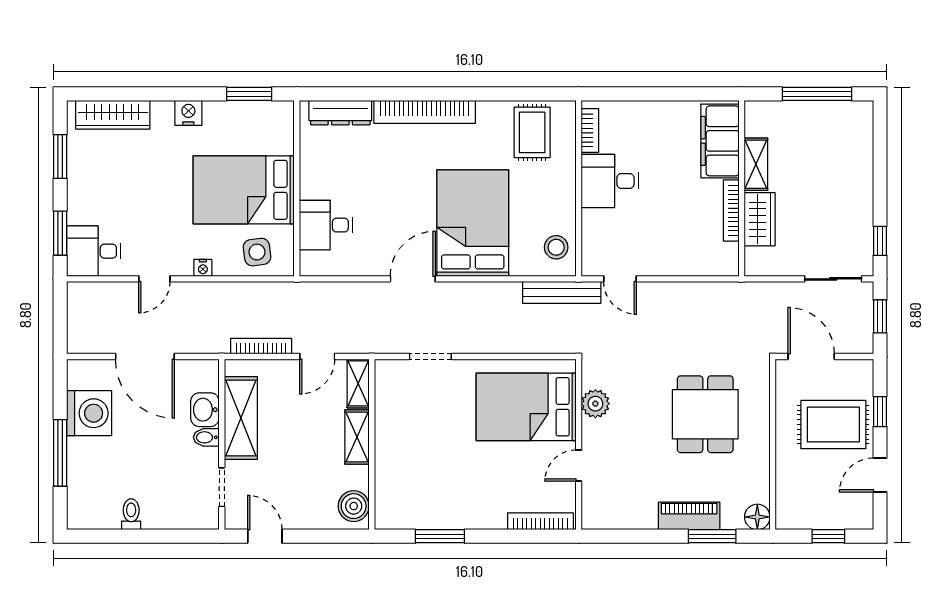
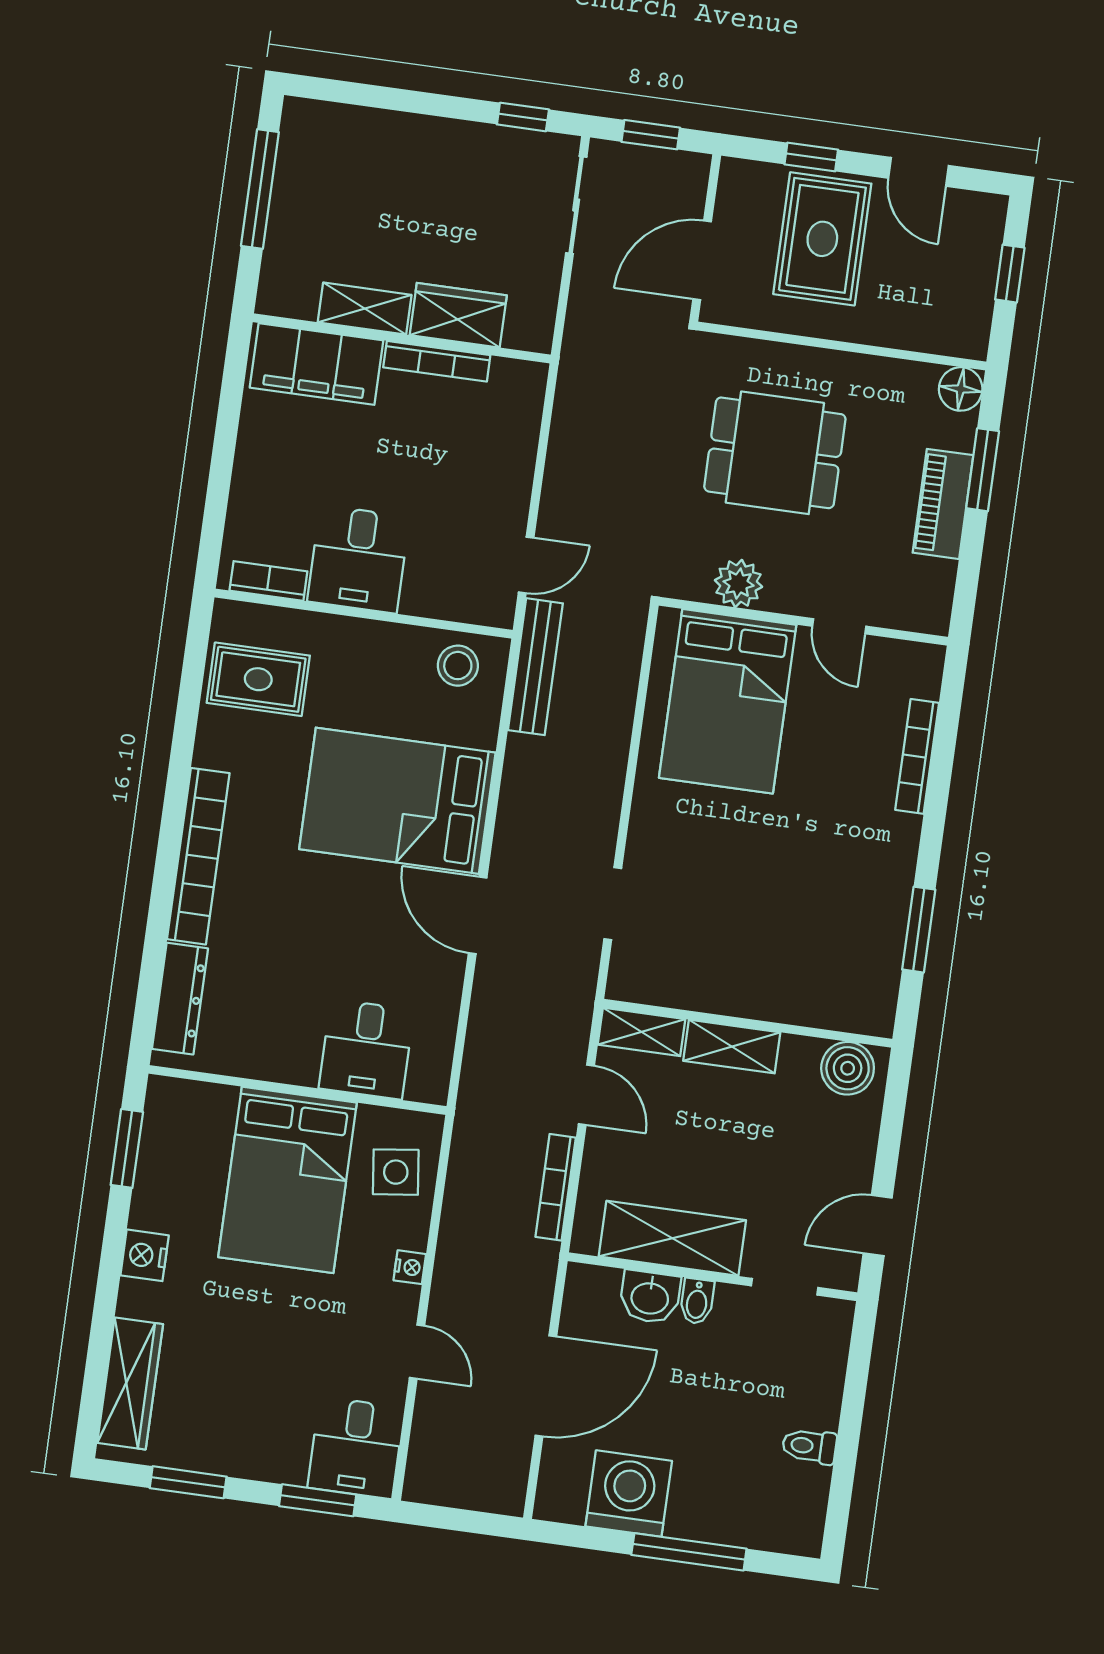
plant: (595, 404) -> (739, 584), moved
bed: (526, 407) -> (728, 701), moved
wall: (579, 444) -> (803, 621), moved
door: (579, 466) -> (839, 626), moved

